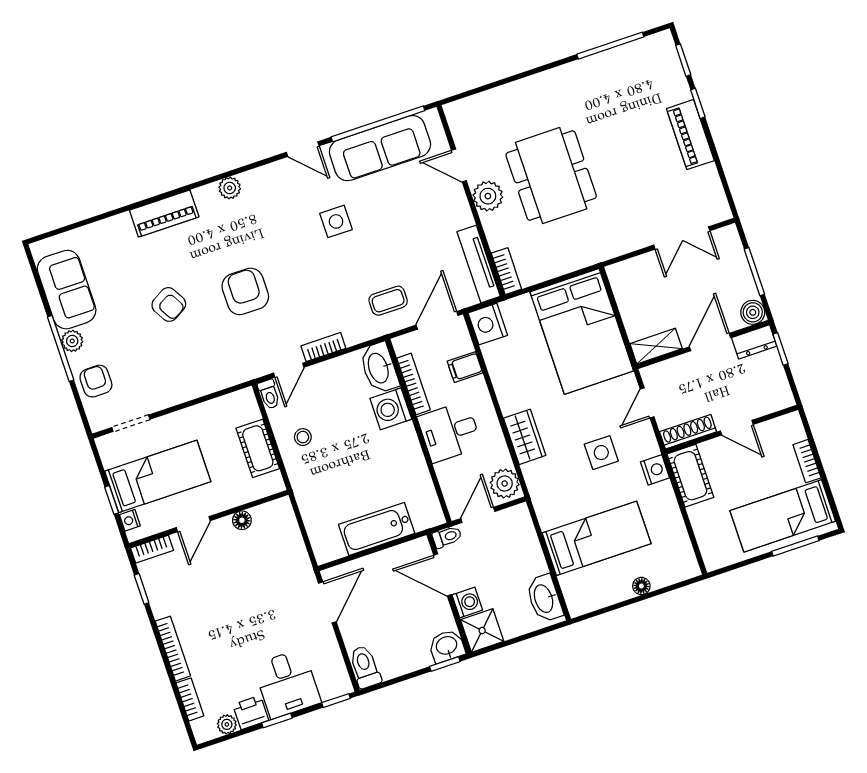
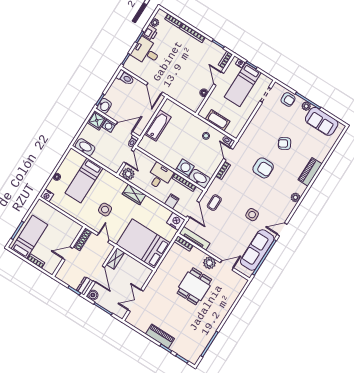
dining table: (551, 176) -> (194, 286), width x0.73
nightstand: (655, 470) -> (47, 195), moved
cot: (690, 476) -> (70, 226), removed

